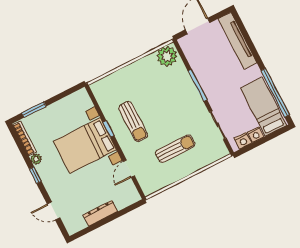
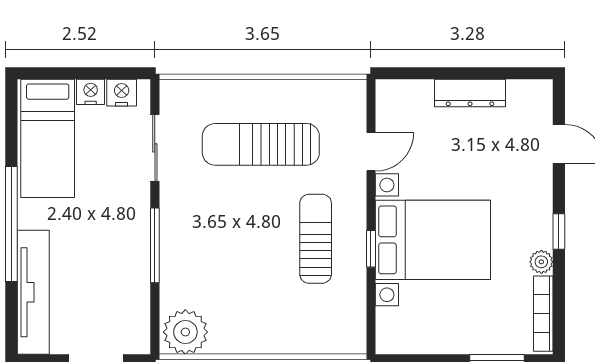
window: (275, 93) -> (11, 224), moved
sun lounger: (175, 149) -> (261, 144), width x1.36, depth x1.34

